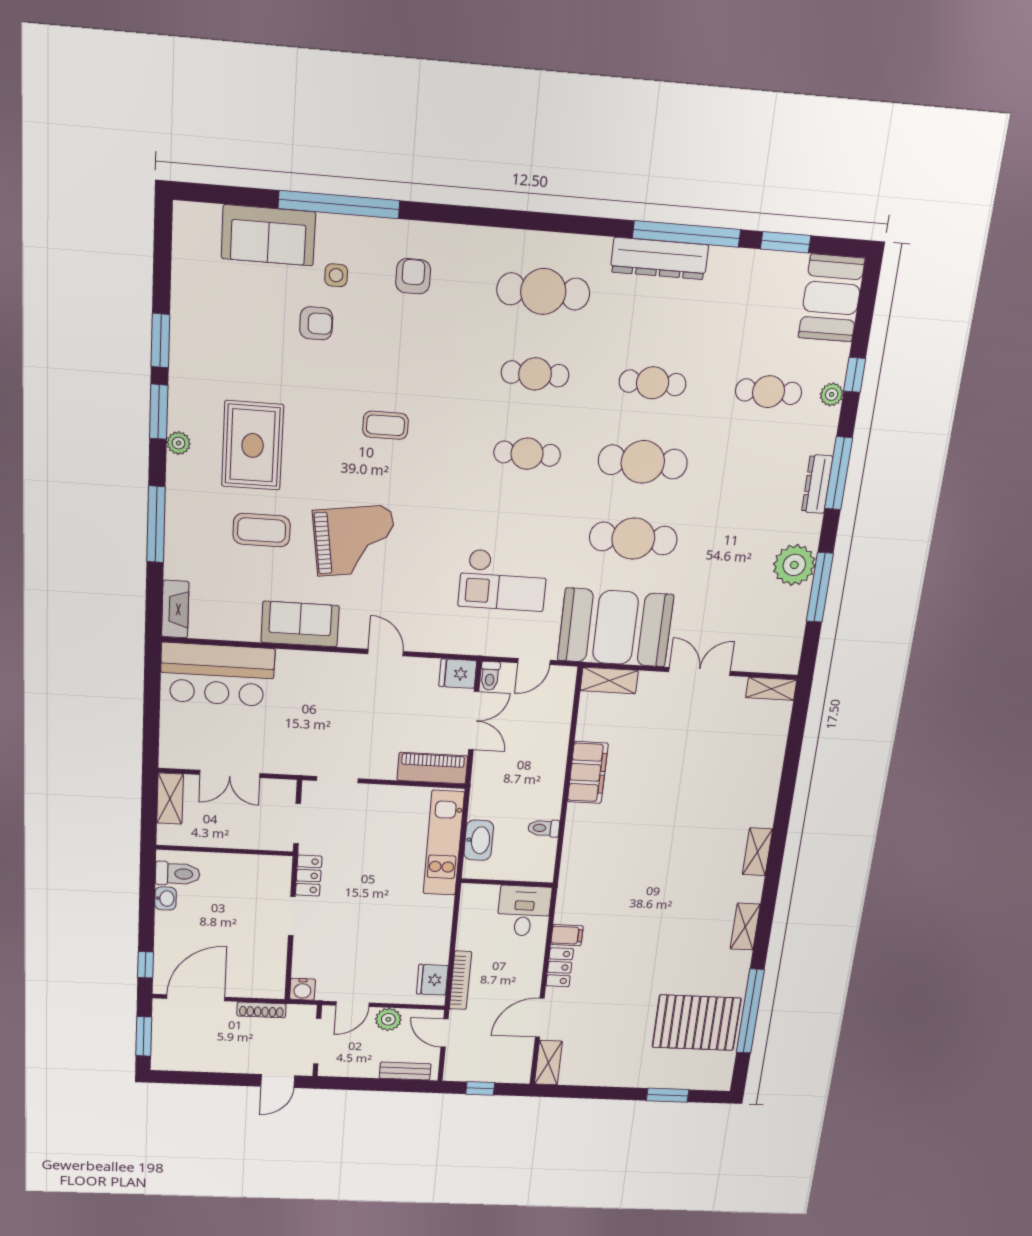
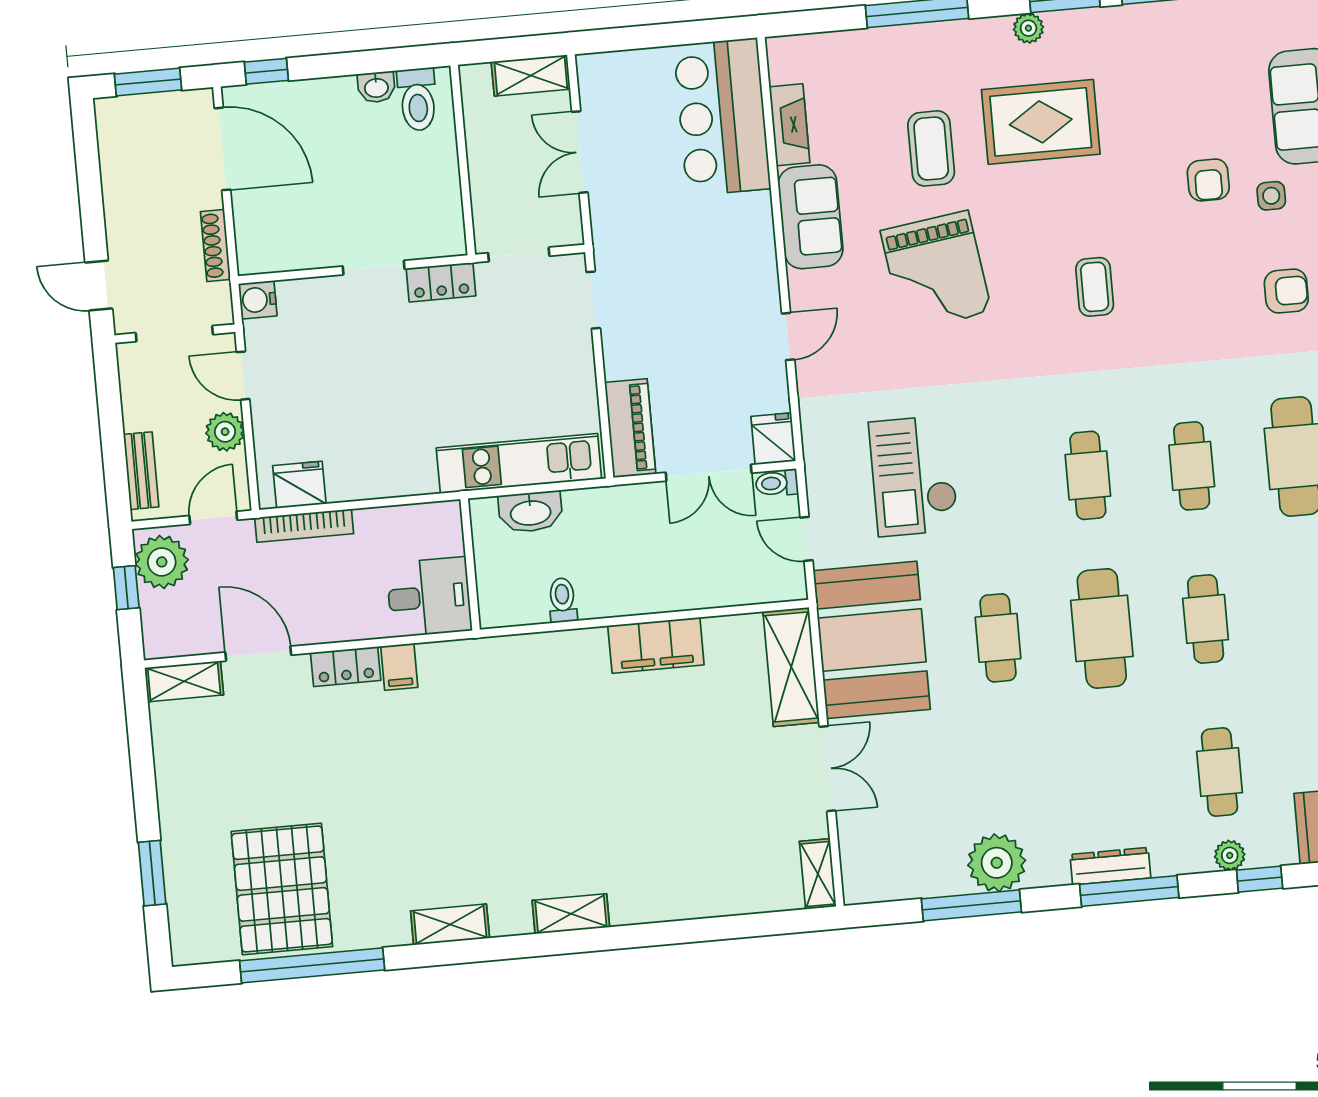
cafe table: (633, 539) -> (998, 638), width x0.73, depth x0.74
fireplace: (175, 609) -> (790, 125), moved, turned -90
shelving: (609, 681) -> (791, 667), width x1.50, depth x1.33
plant: (468, 1066) -> (162, 562), added

